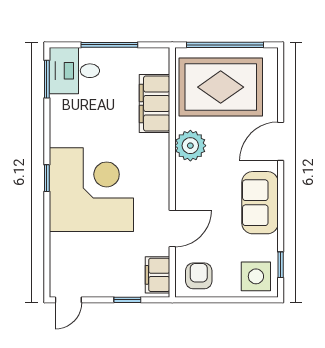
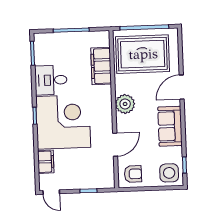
desk: (74, 71) -> (51, 80), moved
plant: (190, 146) -> (125, 104), moved
filing cabinet: (158, 275) -> (46, 162), moved, turned 180
armchair: (199, 276) -> (133, 174), turned 90
door: (68, 300) -> (51, 192), hinge flipped

